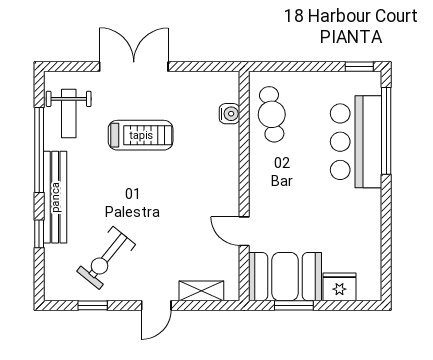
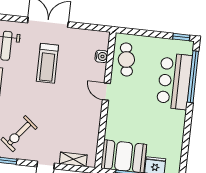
treadmill: (141, 135) -> (47, 63), turned 90
door: (244, 231) -> (106, 92), moved

